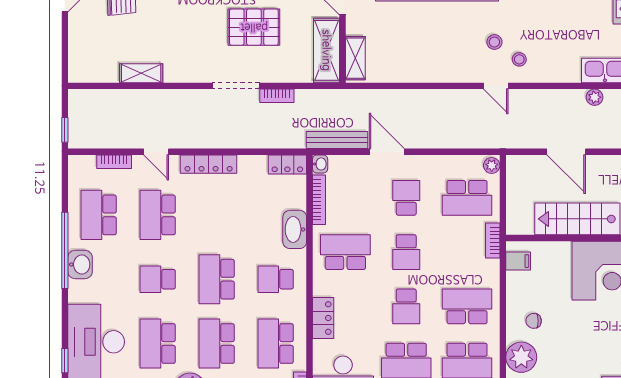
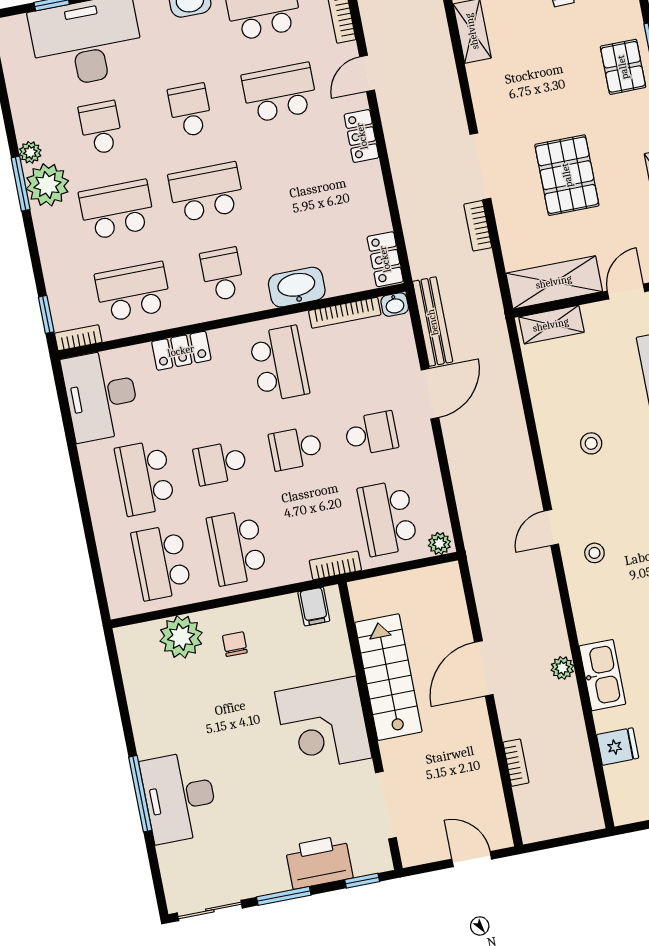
stool: (494, 42) -> (591, 443), moved
door: (566, 152) -> (484, 668), moved
locker: (209, 164) -> (362, 136), width x0.66
school desk: (467, 306) -> (237, 548), turned 180
school desk: (158, 343) -> (101, 128), width x0.54

